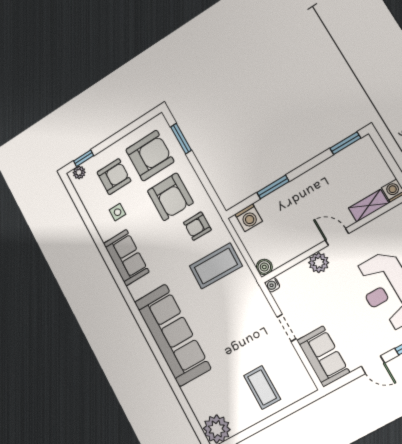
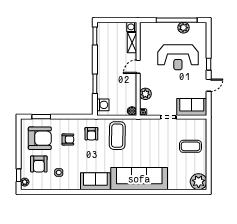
armchair: (150, 156) -> (40, 138), turned 90
armchair: (114, 177) -> (39, 164), turned 180
armchair: (170, 197) -> (68, 139), width x0.53, depth x0.53
sofa: (126, 258) -> (95, 181), moved
plant: (319, 263) -> (145, 94), moved

